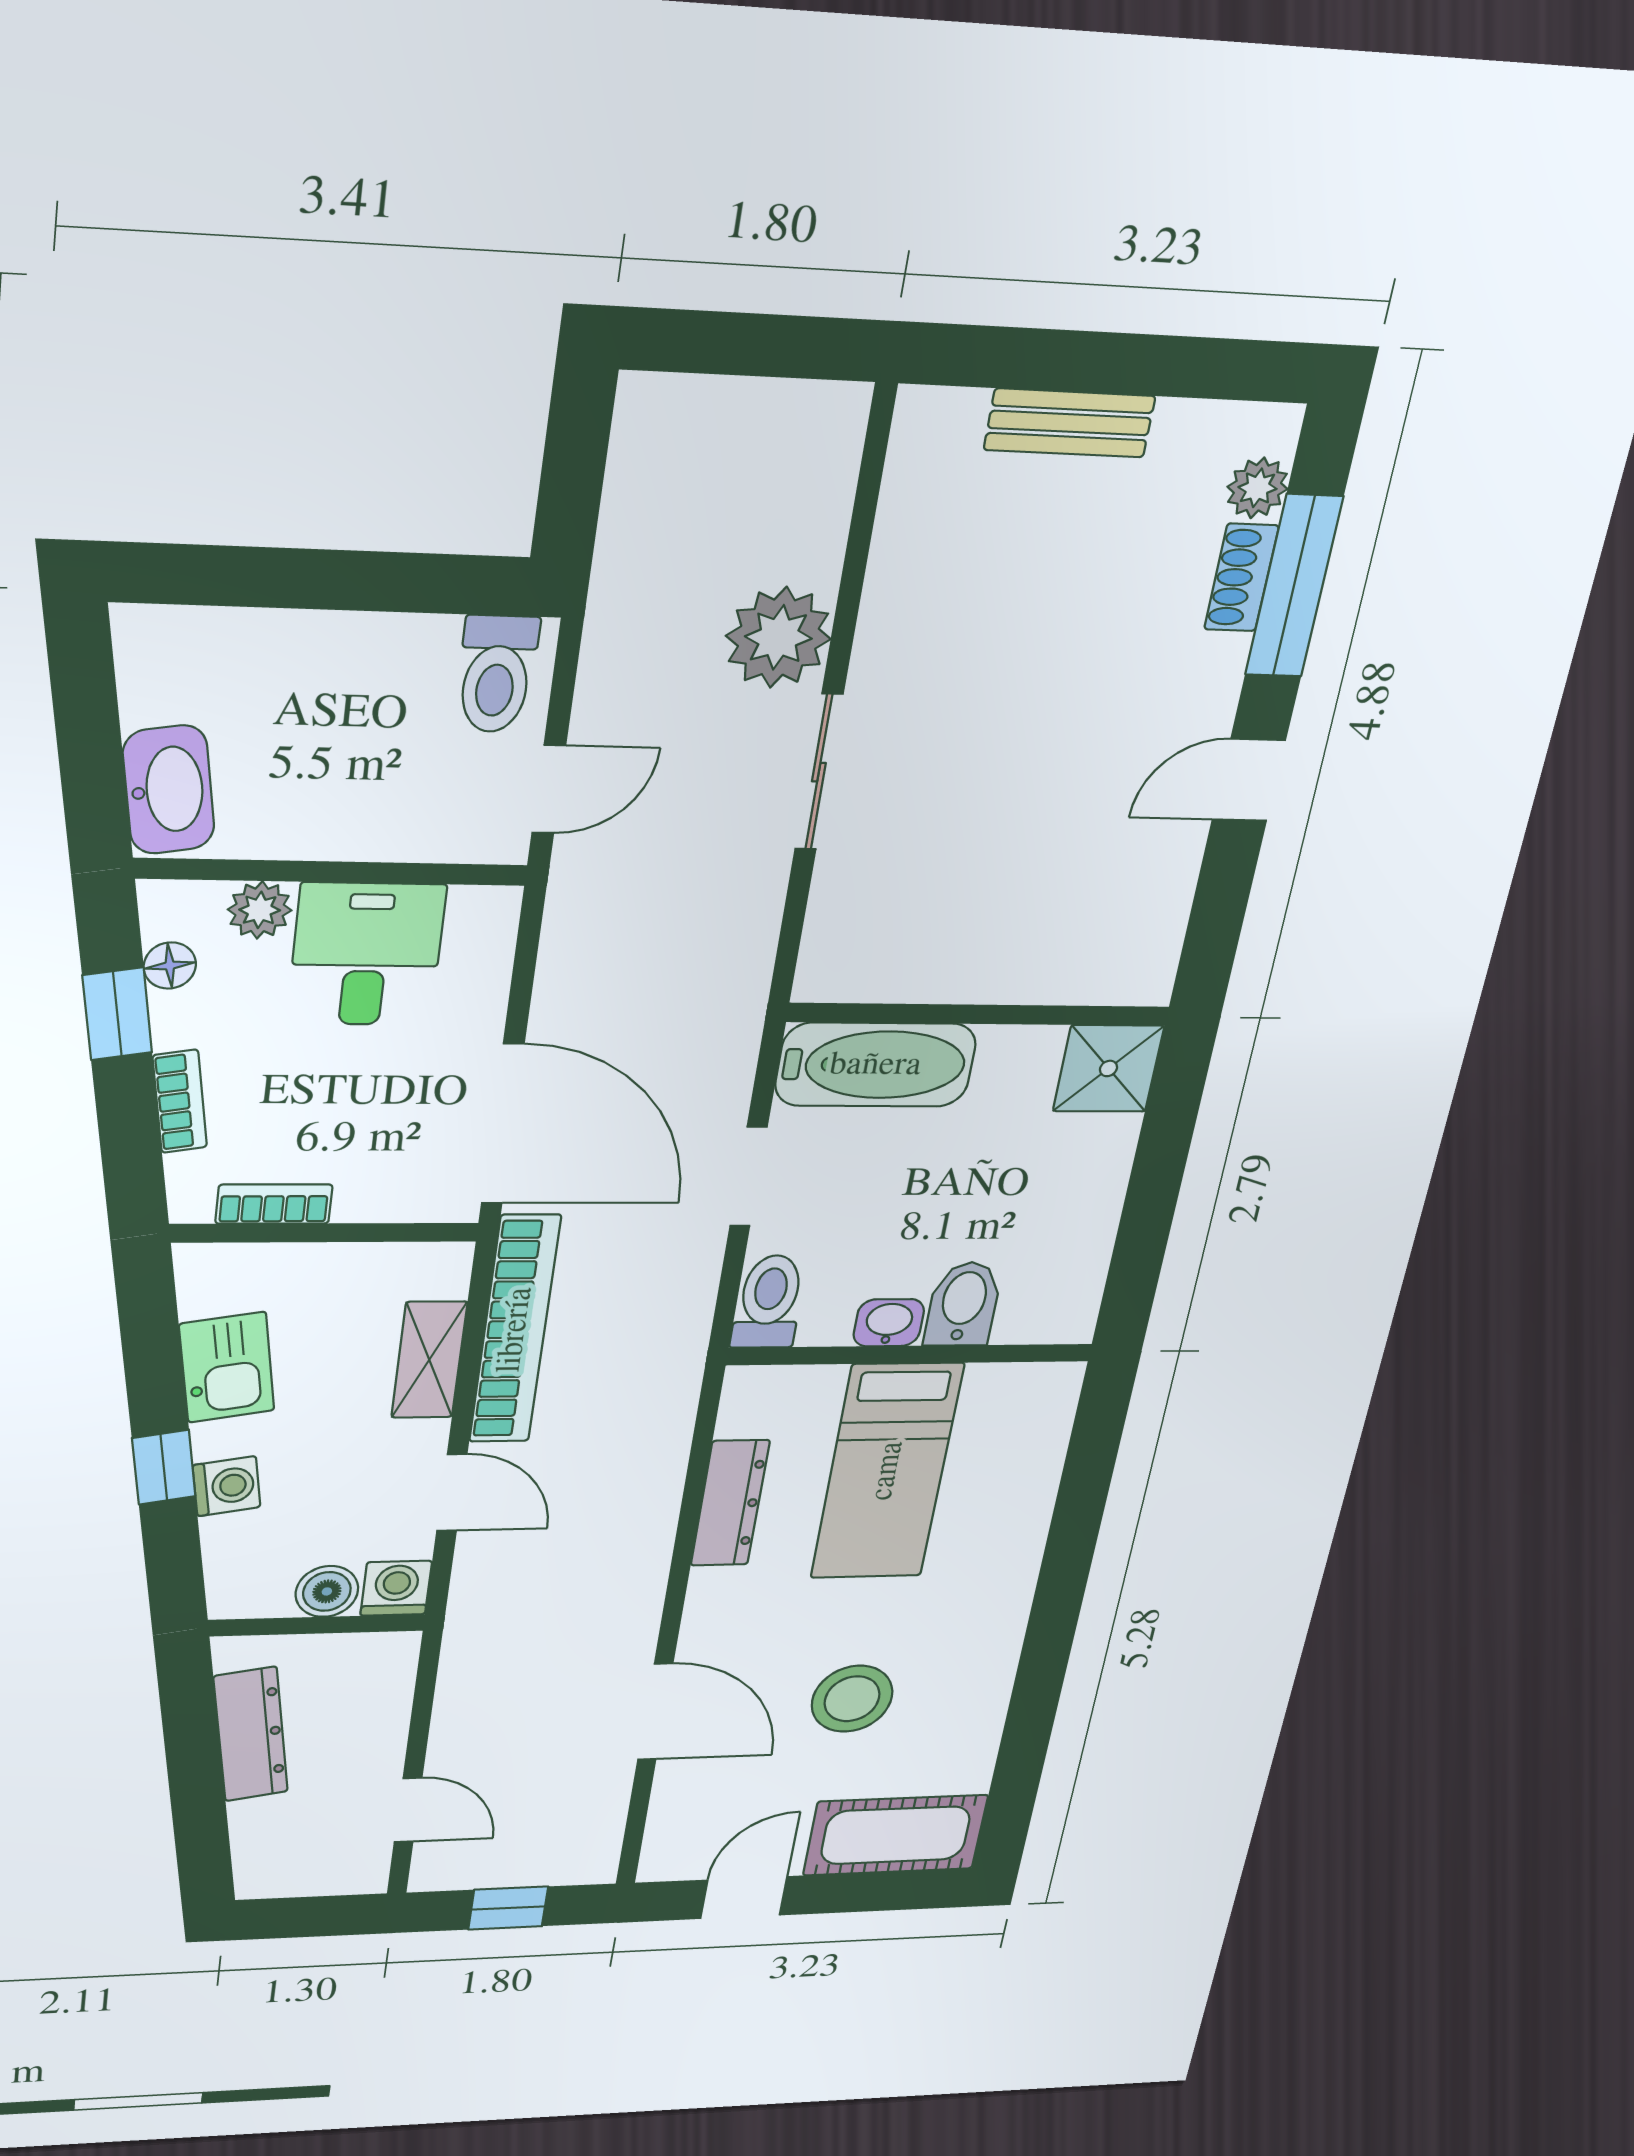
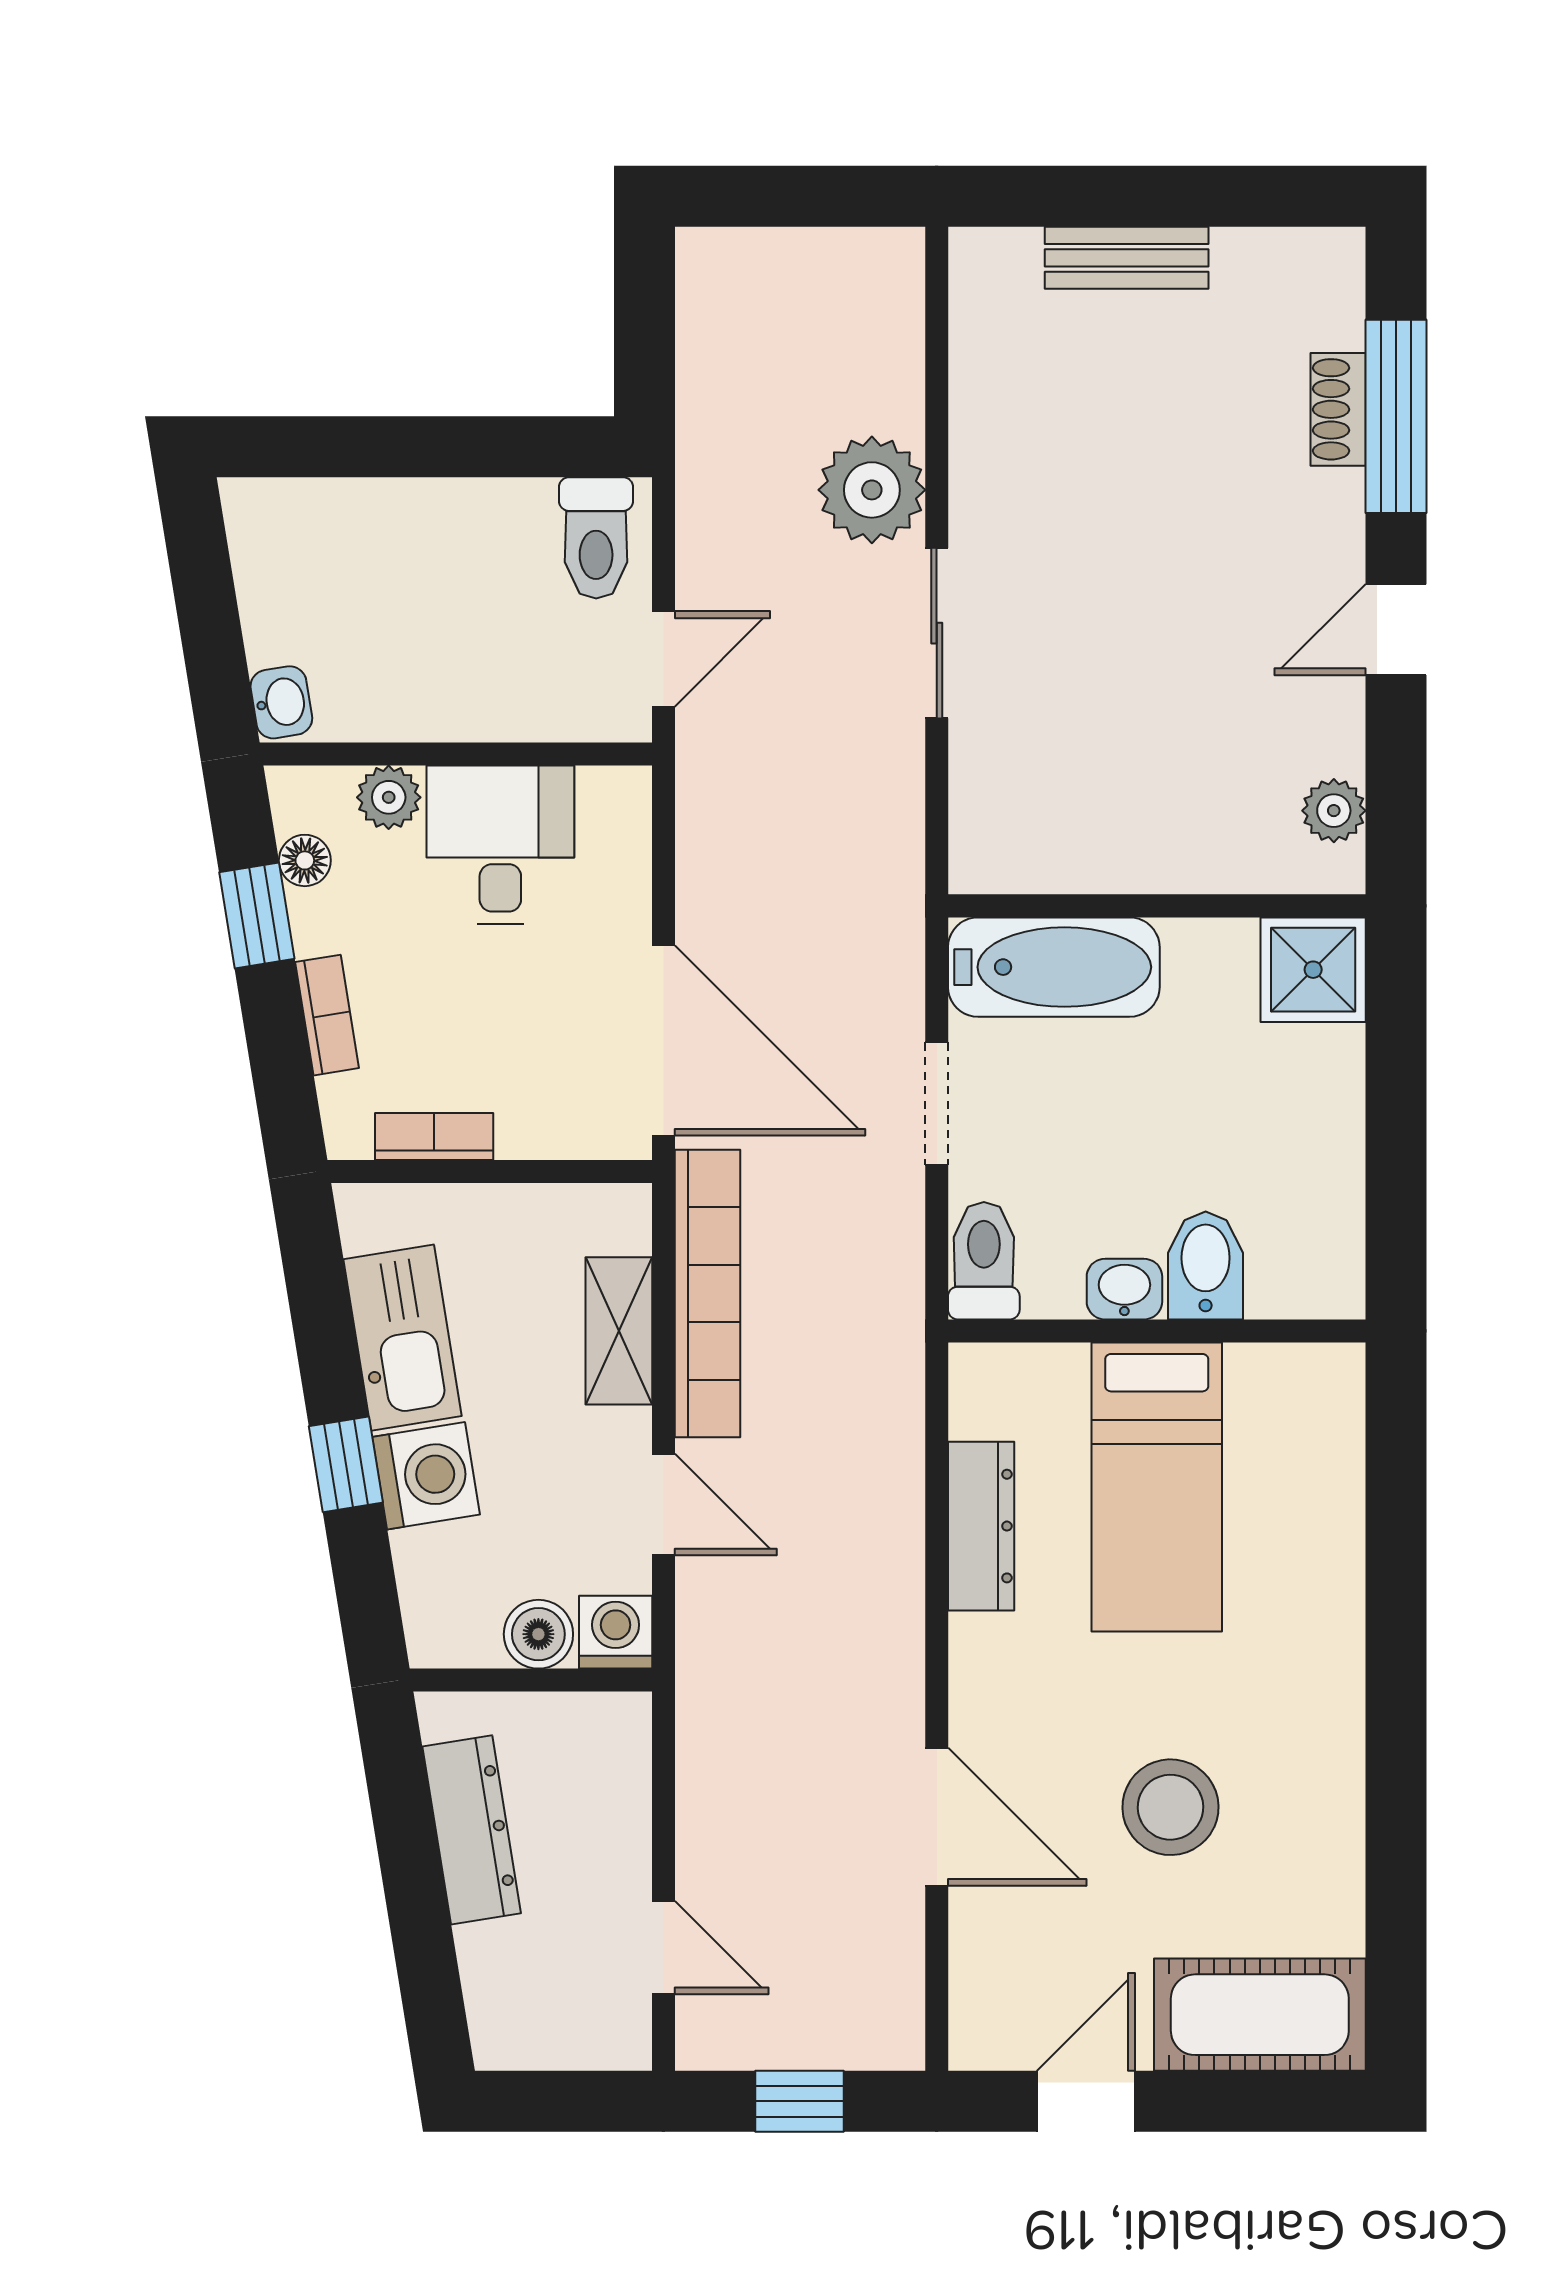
plant: (1257, 488) -> (1334, 811), moved
washbasin: (169, 790) -> (281, 702), width x0.52, depth x0.69
kitchen sink: (227, 1367) -> (402, 1338), width x1.38
washing machine: (227, 1486) -> (426, 1476), width x1.38, depth x1.38

